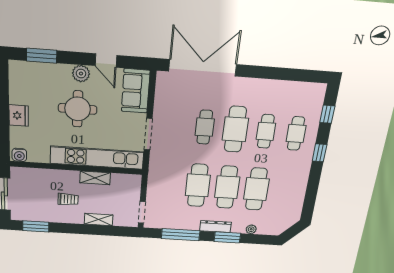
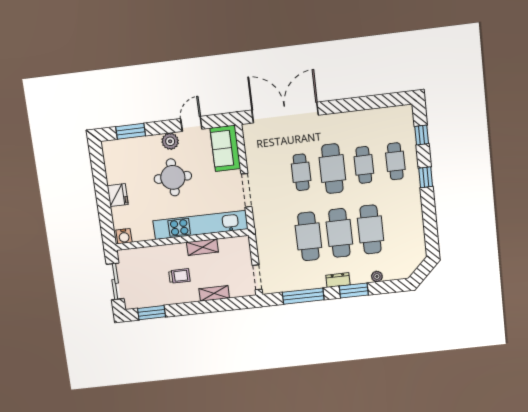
door: (106, 61) -> (191, 124), swing flipped
dresser: (215, 227) -> (338, 280), width x0.70

